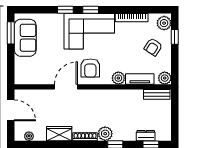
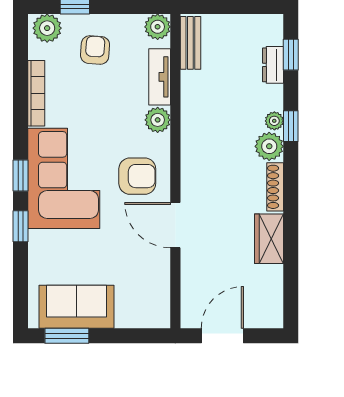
armchair: (153, 47) -> (95, 50), turned -119
plant: (29, 136) -> (274, 121), moved

